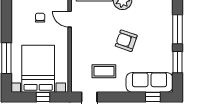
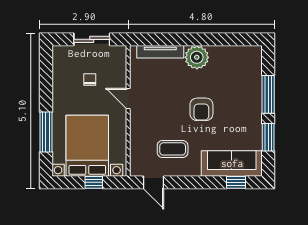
door: (70, 19) -> (128, 99), moved
armchair: (126, 41) -> (201, 109), turned -109

